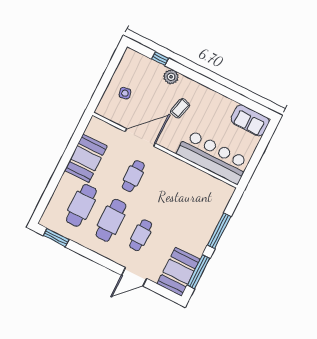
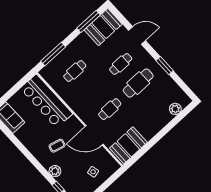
booth: (86, 158) -> (128, 145), moved
cafe table: (81, 205) -> (75, 71), moved, width x0.73, depth x0.74
plant: (55, 206) -> (175, 109), added
window: (219, 231) -> (53, 54), moved
window: (56, 237) -> (165, 66), moved

